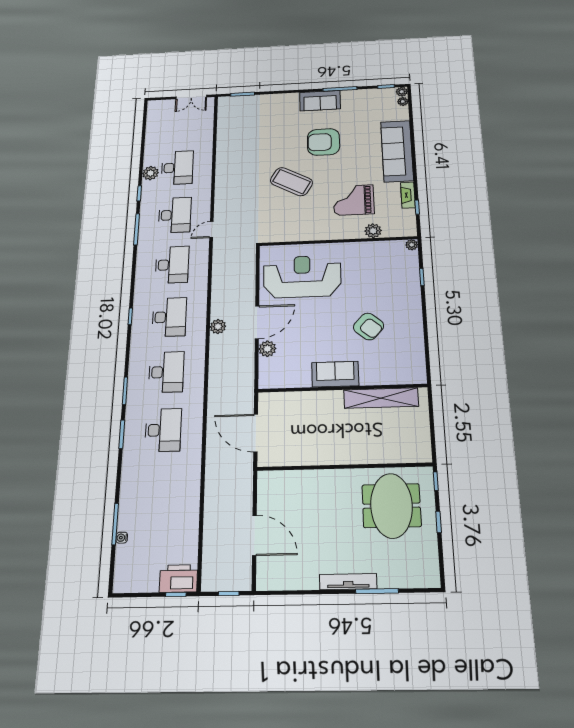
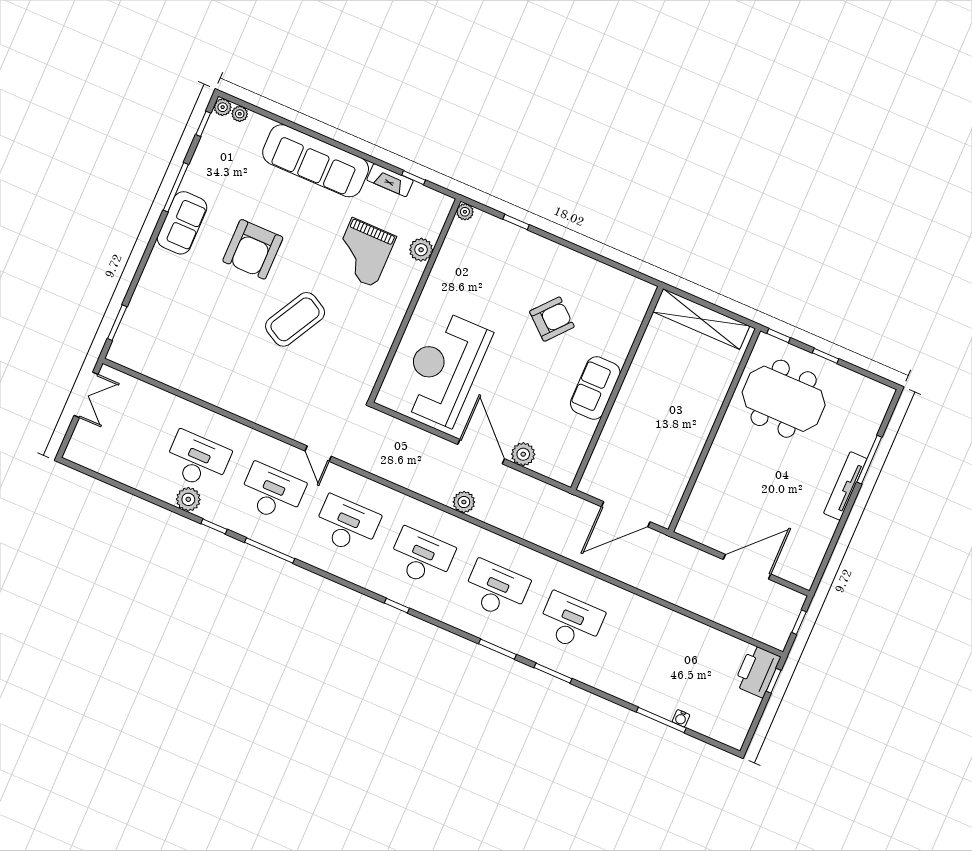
shelving: (381, 398) -> (701, 319), moved, turned 90

